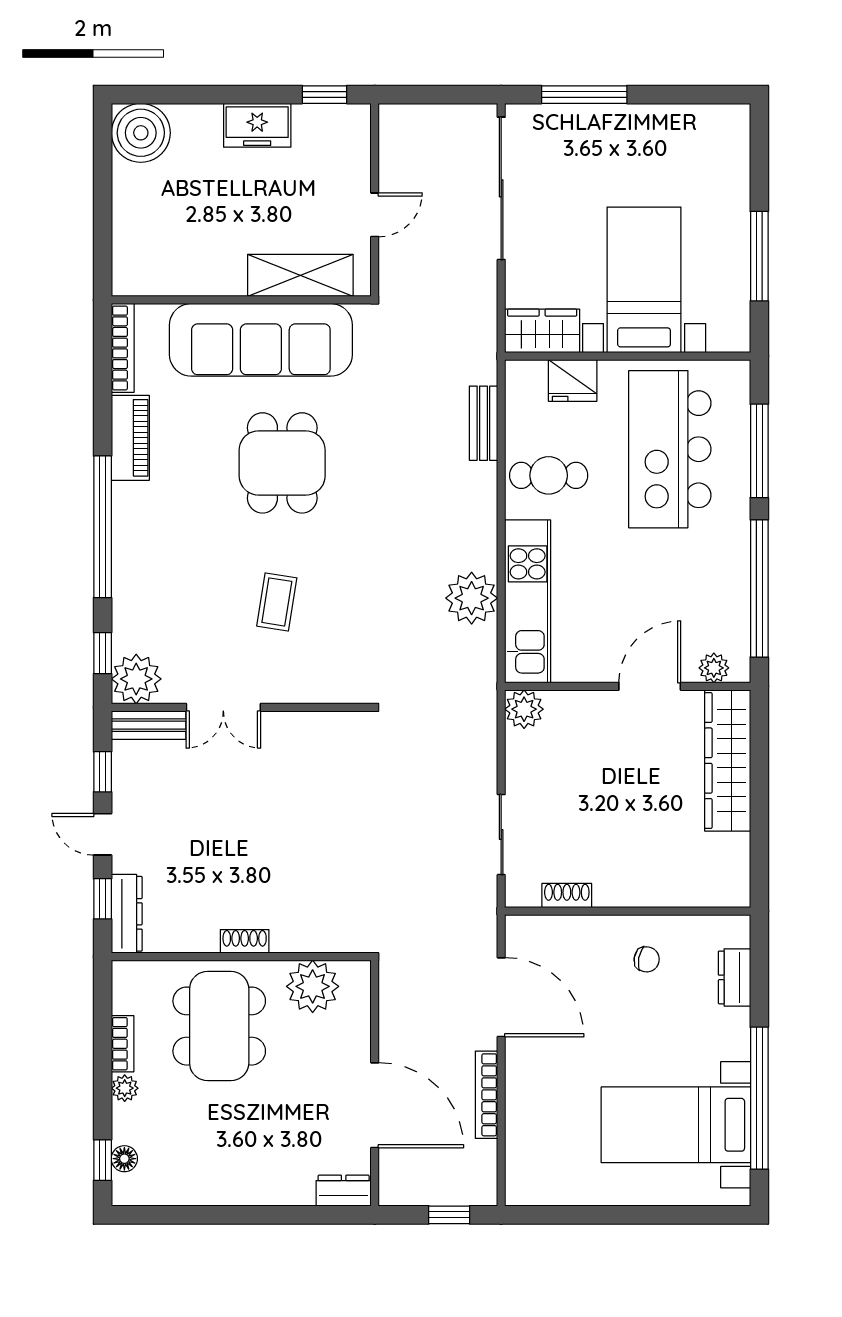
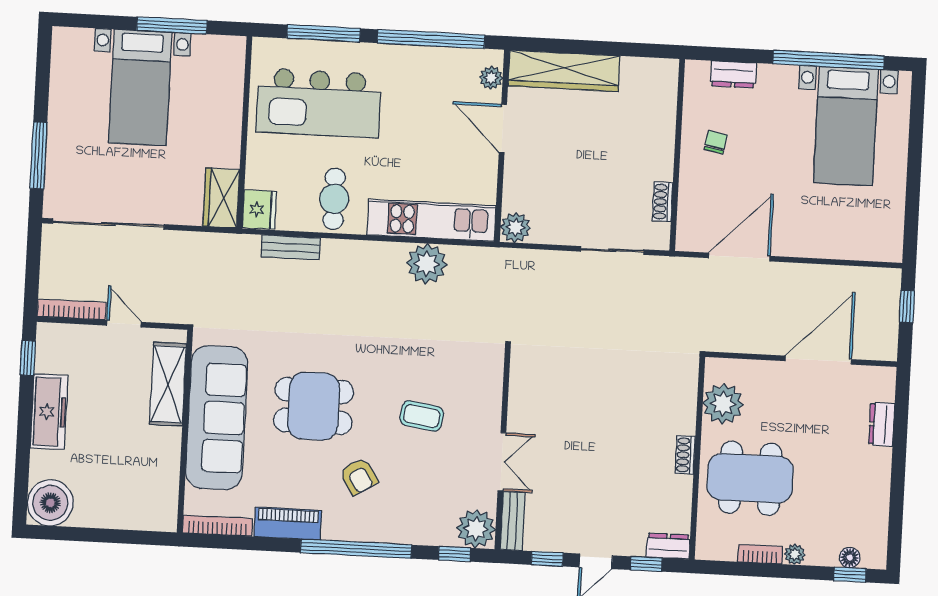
freezer: (257, 125) -> (49, 412), width x1.40
bed with nightstands: (644, 280) -> (140, 88), moved, turned -90
fridge: (573, 381) -> (259, 209), moved
armchair: (195, 525) -> (359, 476), added
dresser: (127, 914) -> (668, 546), width x0.70
bookcase: (486, 1095) -> (72, 309), moved, turned 180
dresser: (344, 1191) -> (882, 424), moved

